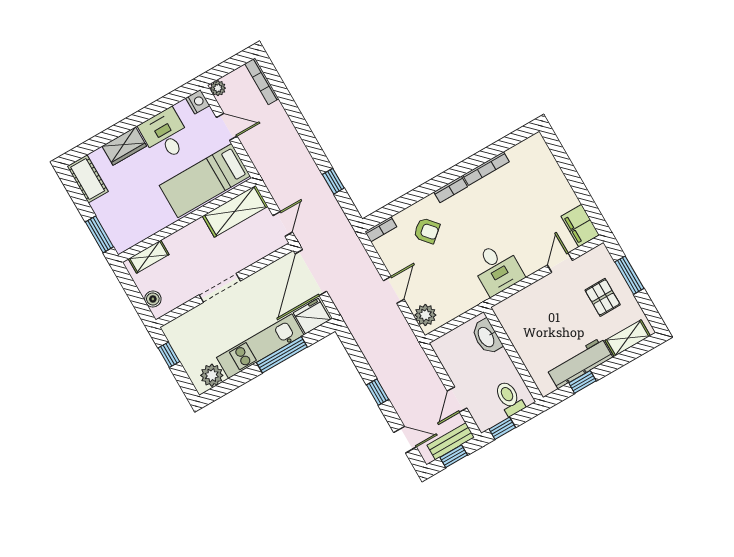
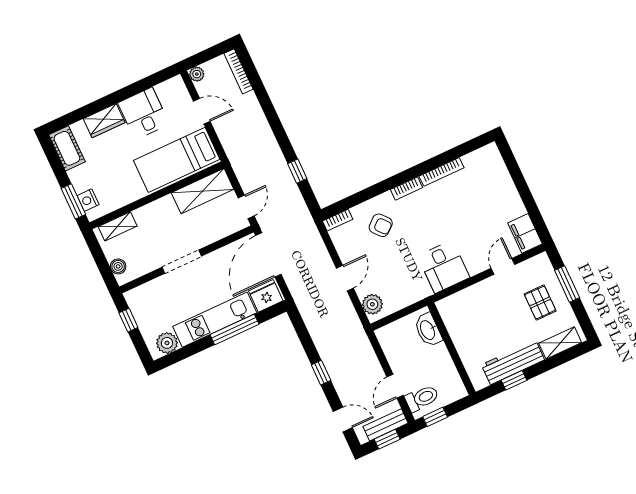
nightstand: (198, 102) -> (88, 200), moved, turned 180
toilet: (509, 398) -> (422, 398), moved, turned 90

